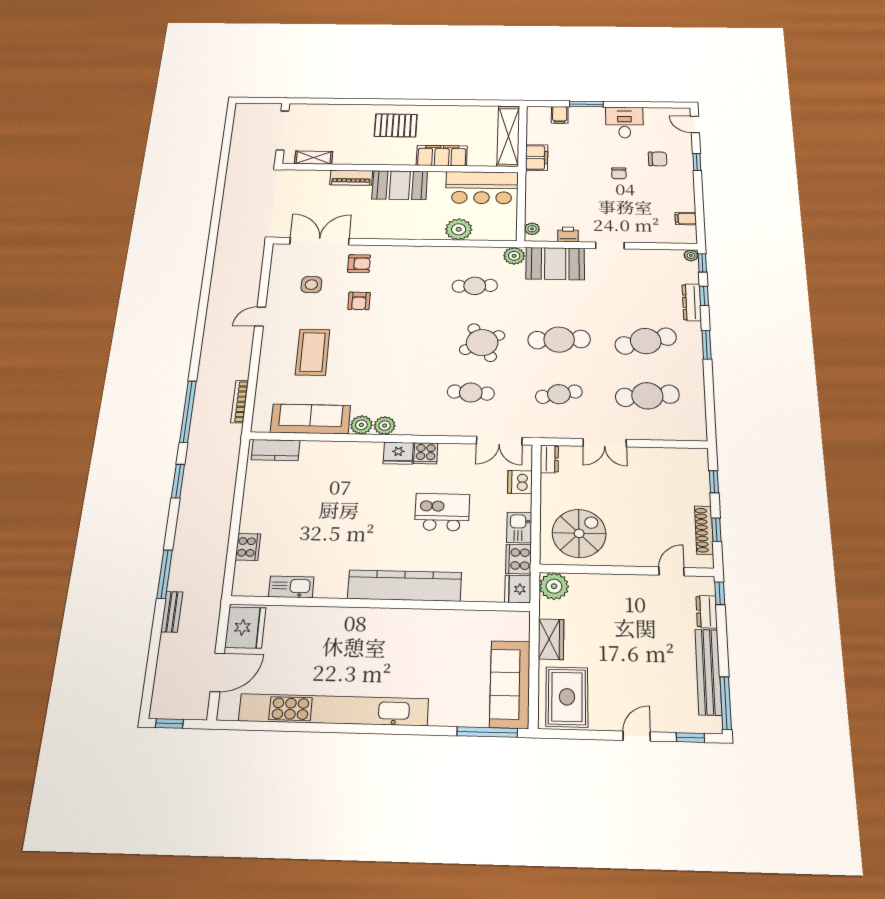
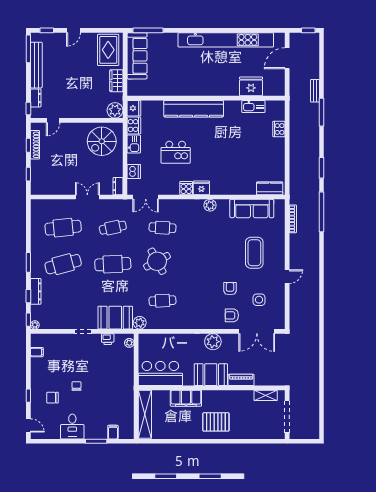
filing cabinet: (537, 158) -> (127, 398), removed
plant: (459, 229) -> (213, 342), moved
plant: (361, 425) -> (223, 205), removed
double door: (499, 441) -> (146, 197), swing flipped
fridge: (245, 627) -> (251, 86), moved, turned 90

